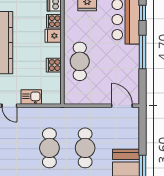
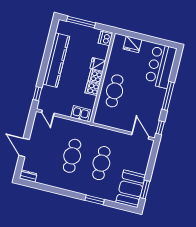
window: (143, 13) -> (160, 128), moved
cooker: (54, 21) -> (96, 77), moved
kitchen sink: (31, 97) -> (81, 114), moved

